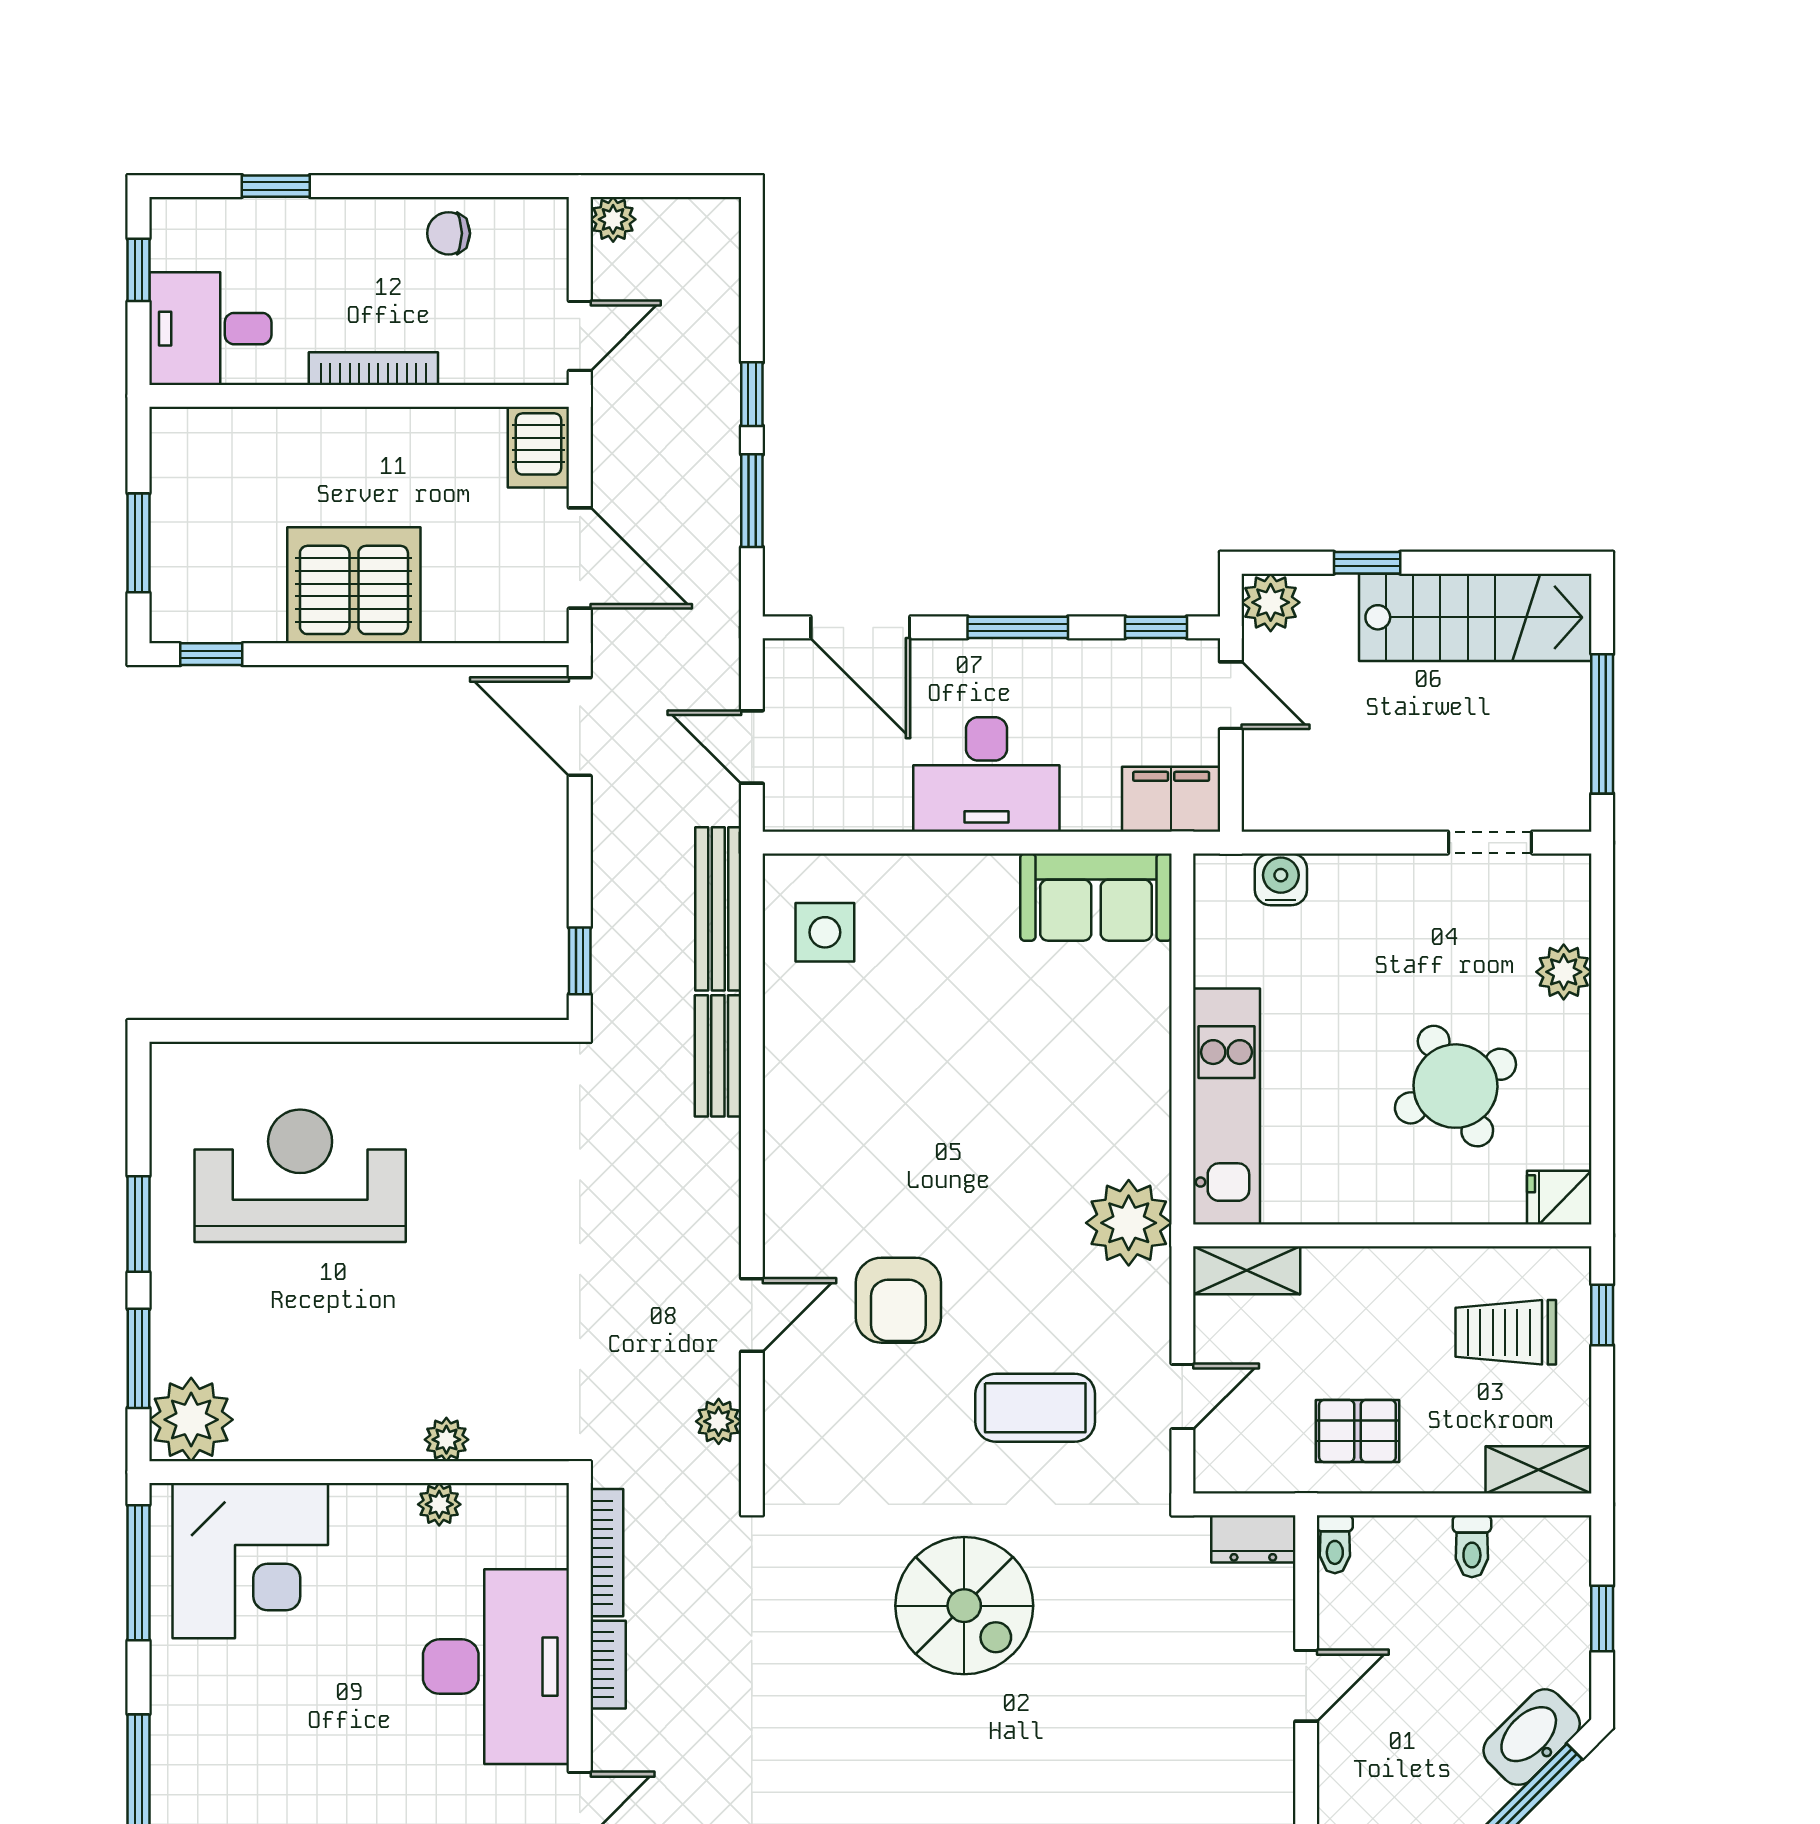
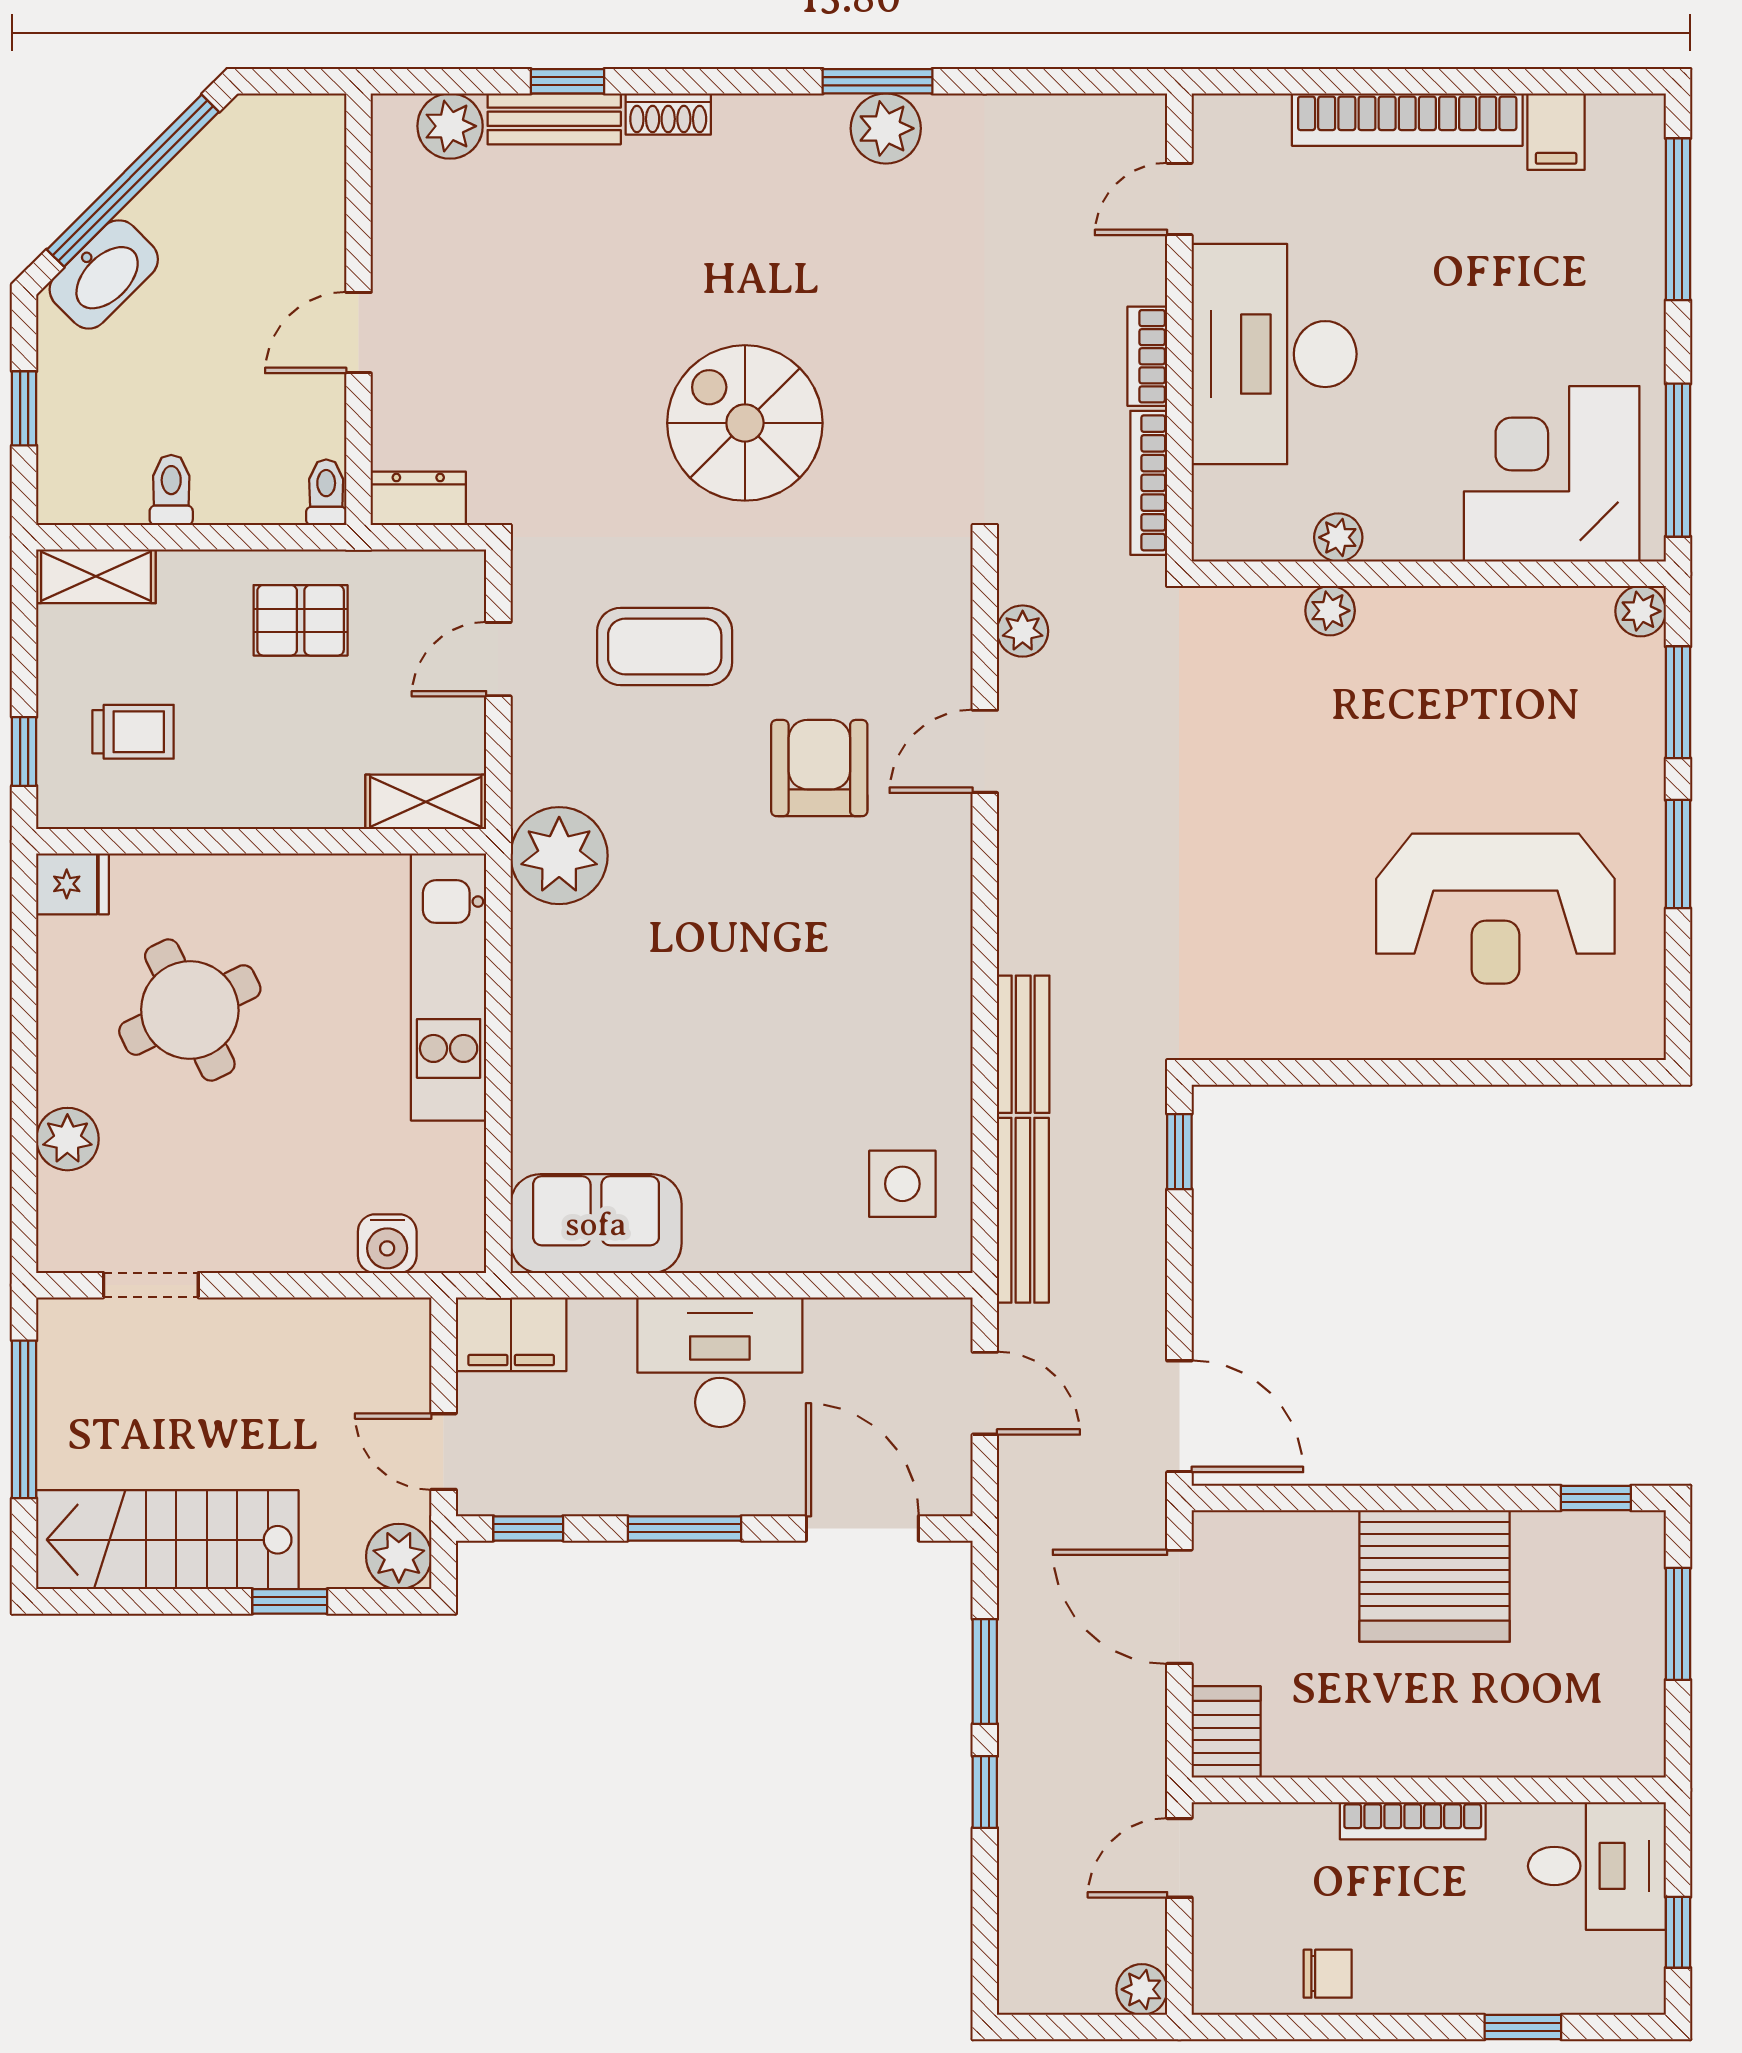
trolley: (1506, 1332) -> (133, 732), width x0.73, depth x0.72
plant: (191, 1420) -> (1641, 611), width x0.53, depth x0.53

